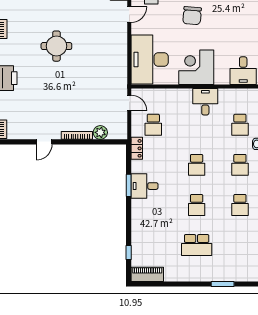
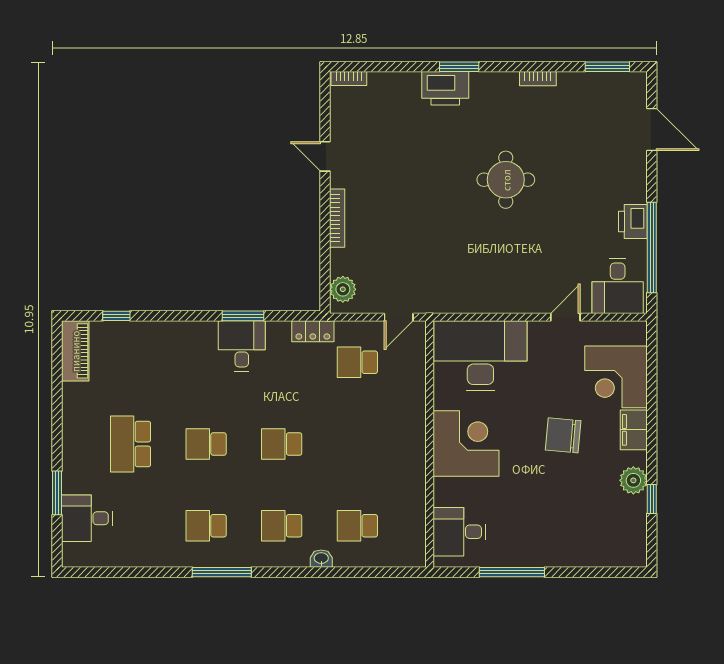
door: (129, 14) -> (565, 317), swing flipped
desk: (205, 102) -> (87, 518), moved, turned 180
plant: (100, 132) -> (343, 289), moved

